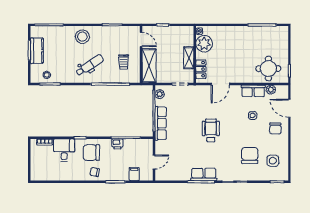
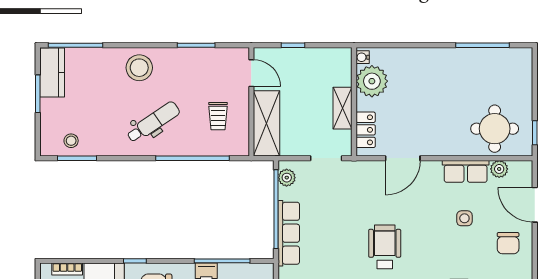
kitchen counter: (37, 51) -> (52, 73), moved

